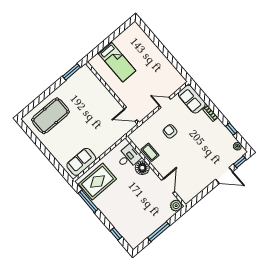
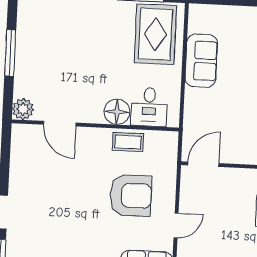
armchair: (170, 131) -> (131, 195), width x1.88, depth x1.88
sofa: (81, 162) -> (201, 61), moved

